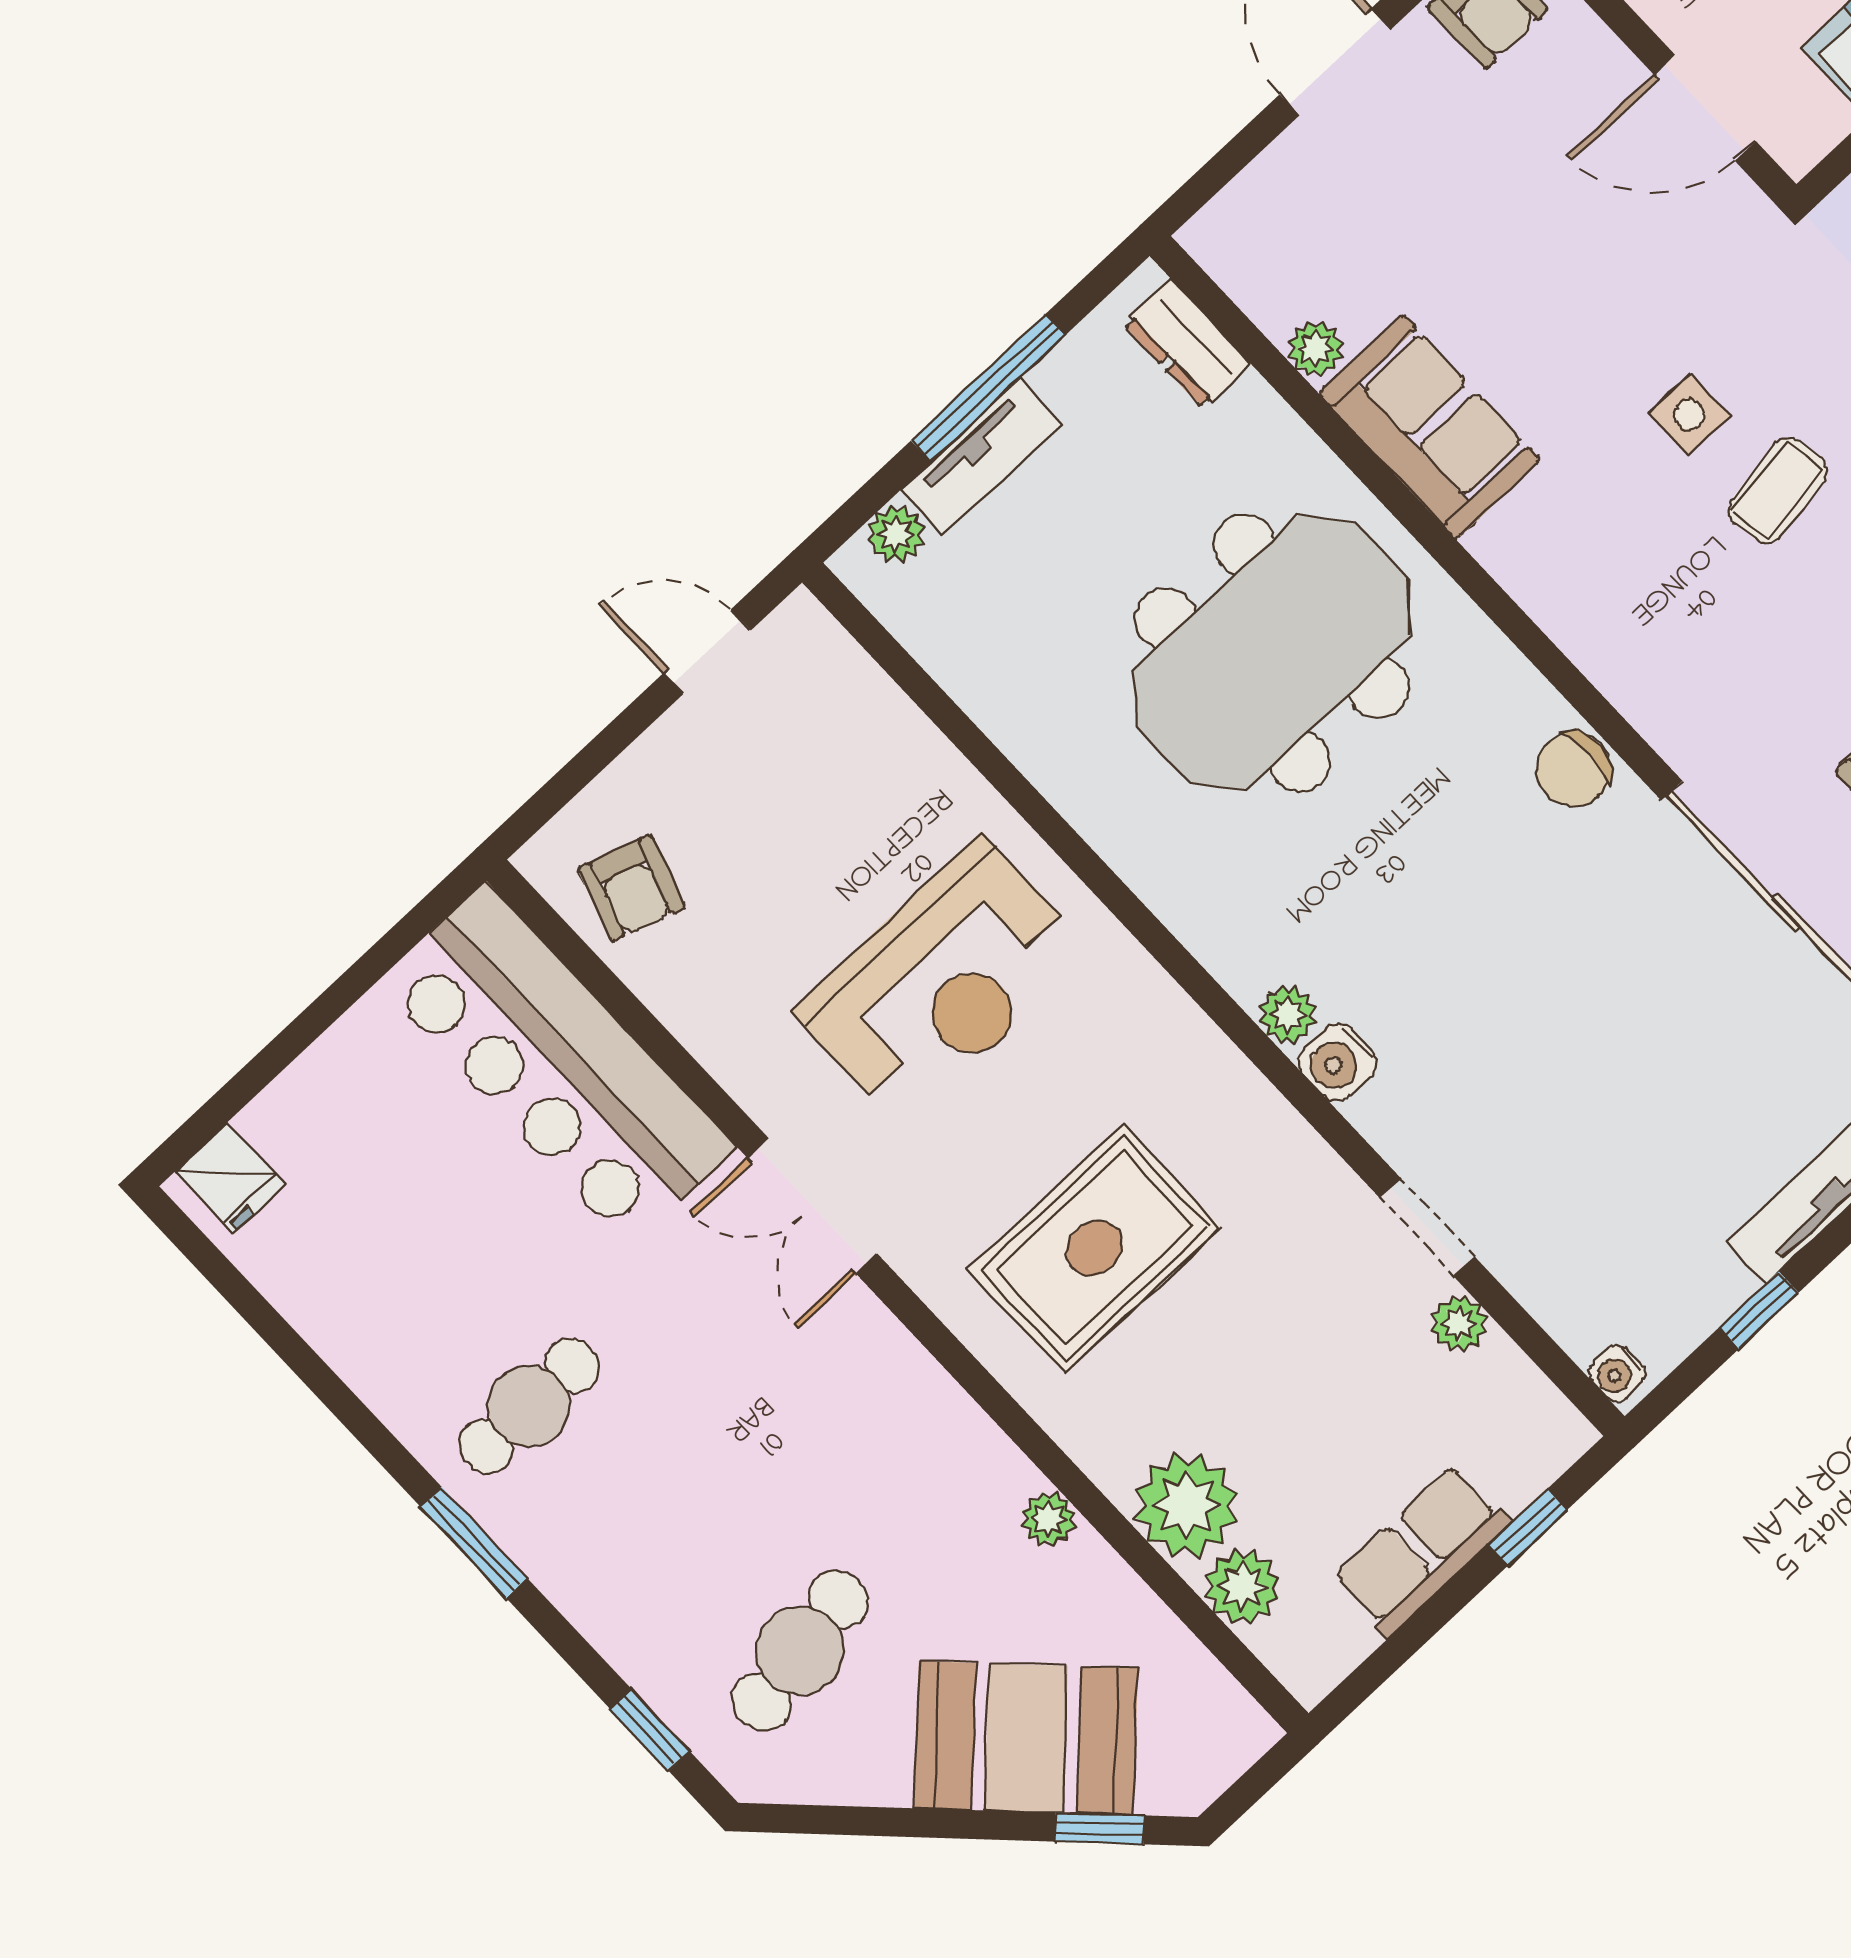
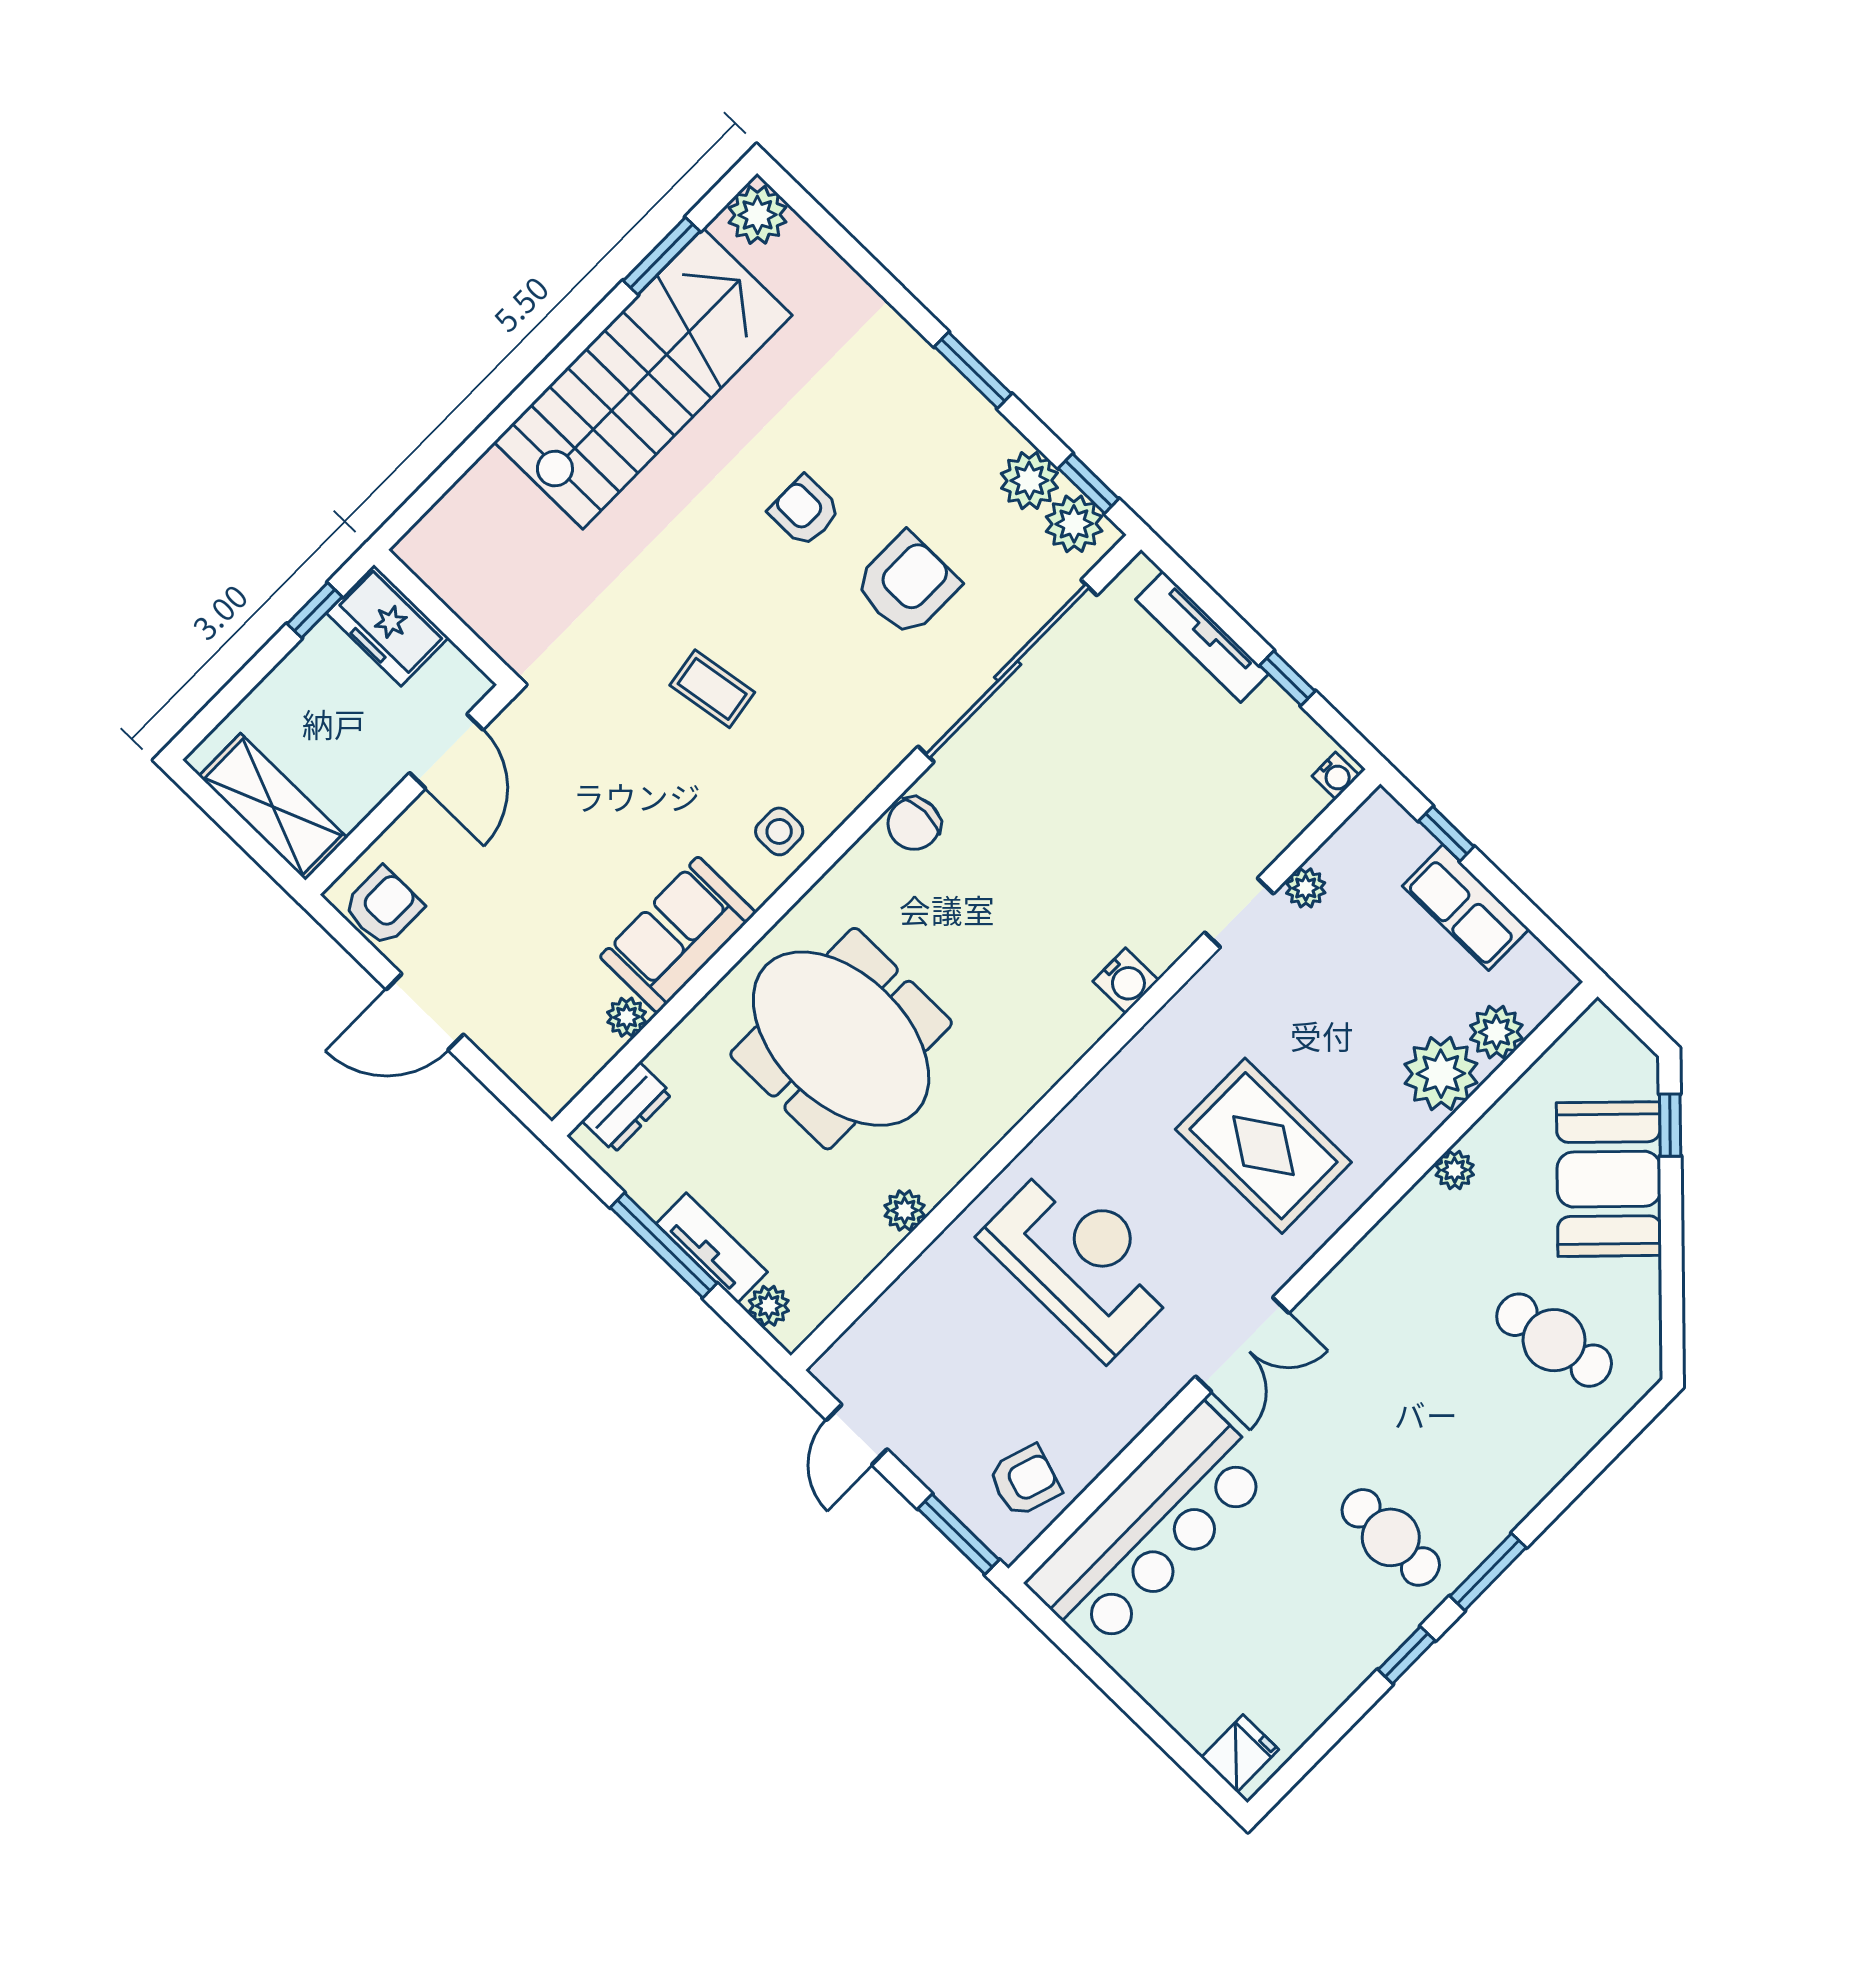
side table: (1690, 415) -> (779, 831), moved
chair: (1574, 770) -> (914, 824), turned 90
window: (559, 791) -> (958, 1534), added
plant: (1288, 1015) -> (905, 1211), moved
window: (650, 1730) -> (1406, 1655), moved

